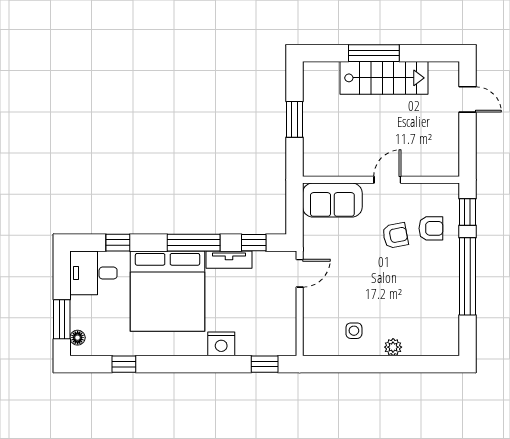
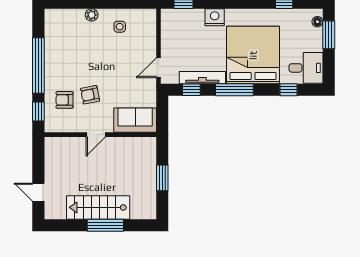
tv unit: (229, 260) -> (202, 78), width x1.41

